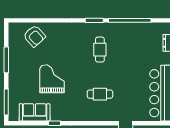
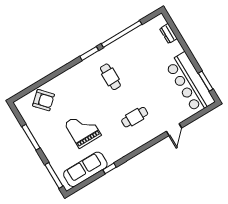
sofa: (35, 112) -> (85, 169), width x1.36

